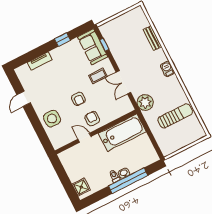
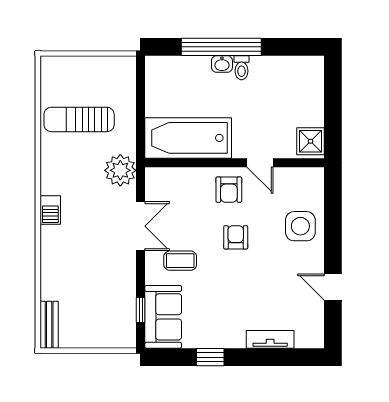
bench: (152, 38) -> (49, 325), moved
door: (24, 99) -> (333, 287), swing flipped
shower: (81, 187) -> (311, 141), moved

